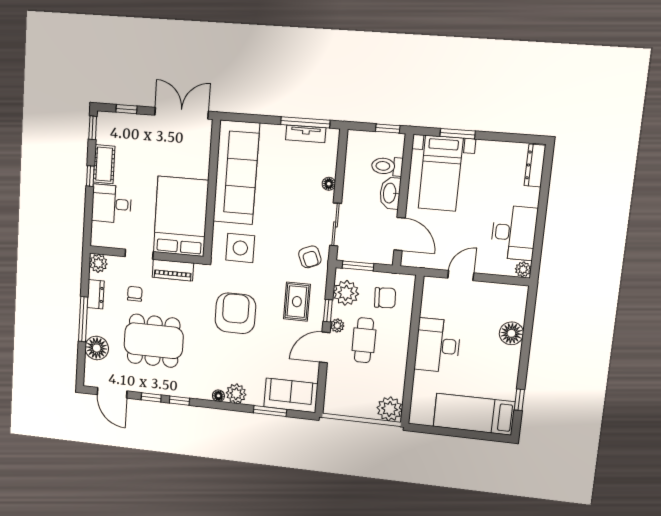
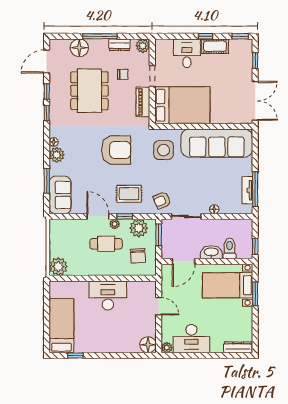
floor lamp: (511, 333) -> (148, 345), moved

